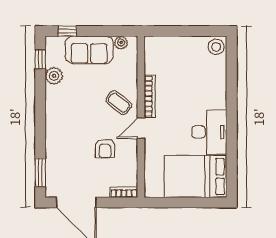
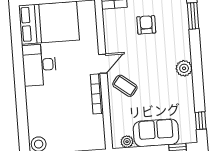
plant: (54, 76) -> (184, 68), moved
armchair: (105, 148) -> (146, 25), moved

